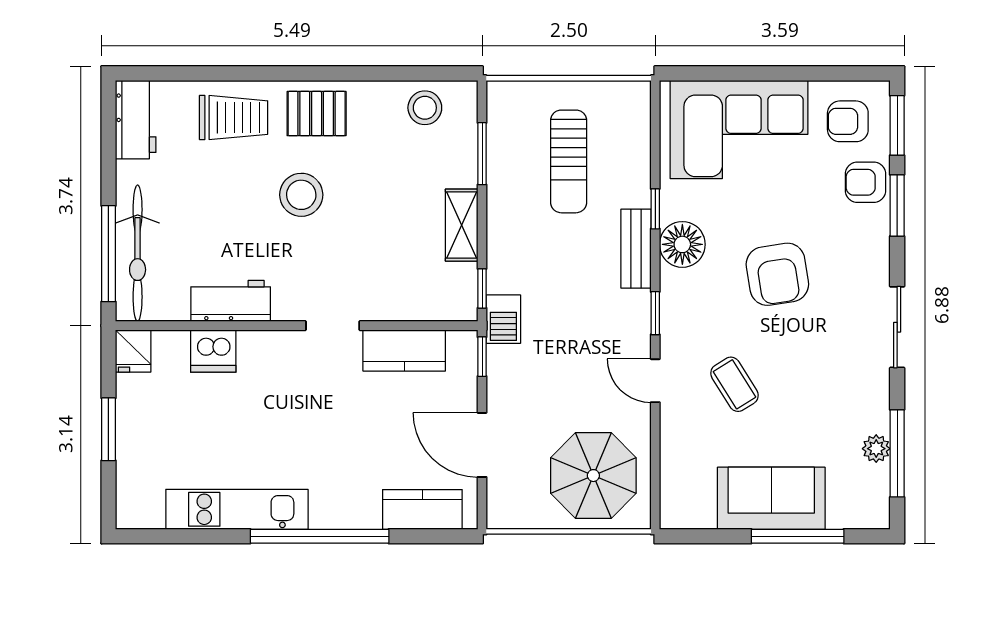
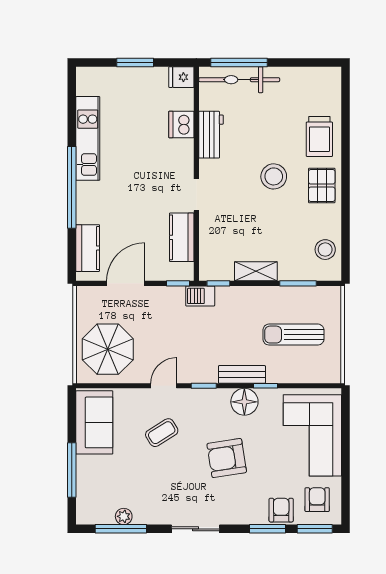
workbench: (136, 120) -> (318, 79), removed
sofa: (771, 498) -> (94, 422), moved

